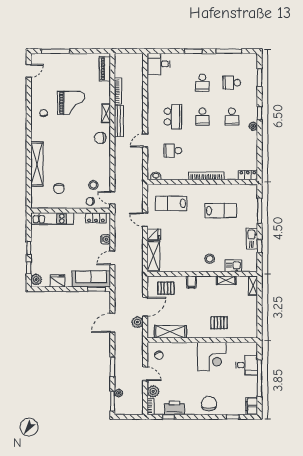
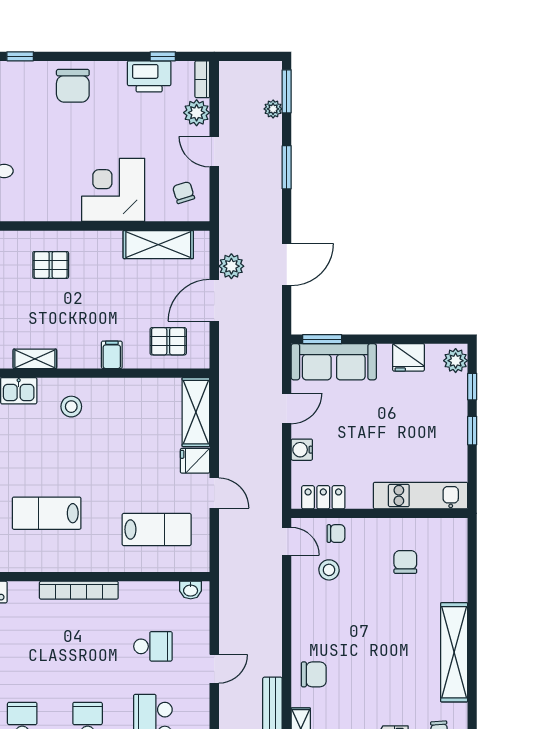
shelving: (37, 164) -> (454, 652), moved
corner desk: (212, 357) -> (113, 190), moved

